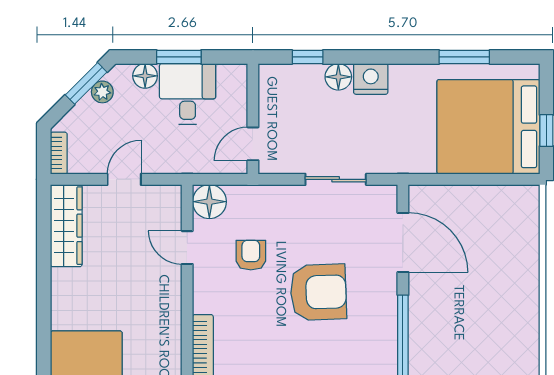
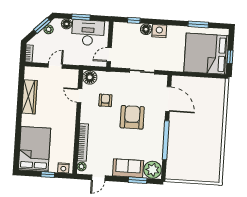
desk: (188, 94) -> (88, 33), width x1.37
wardrobe: (66, 226) -> (29, 97), moved
armchair: (318, 292) -> (132, 117), turned -88

